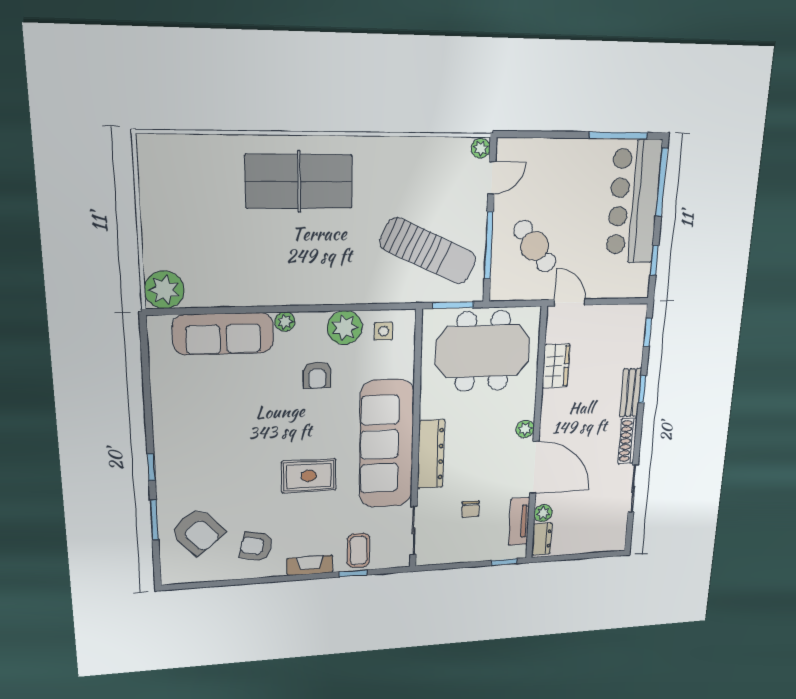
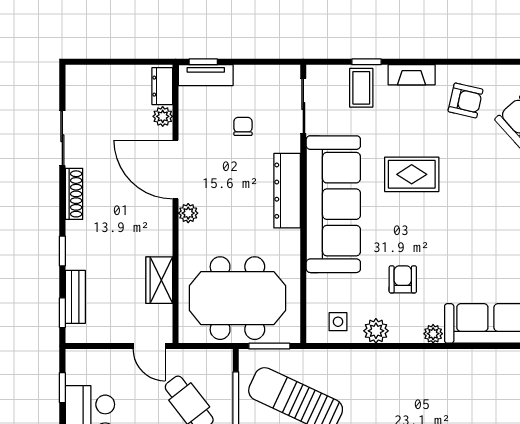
plant: (345, 328) -> (376, 331), width x0.73, depth x0.73
bench: (630, 393) -> (75, 297), moved
tv unit: (519, 521) -> (206, 75), moved, turned 90

